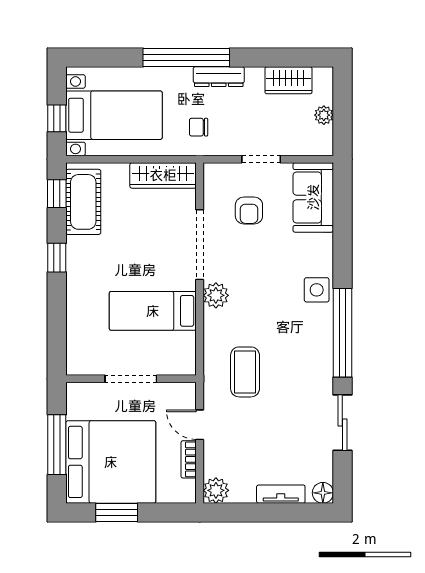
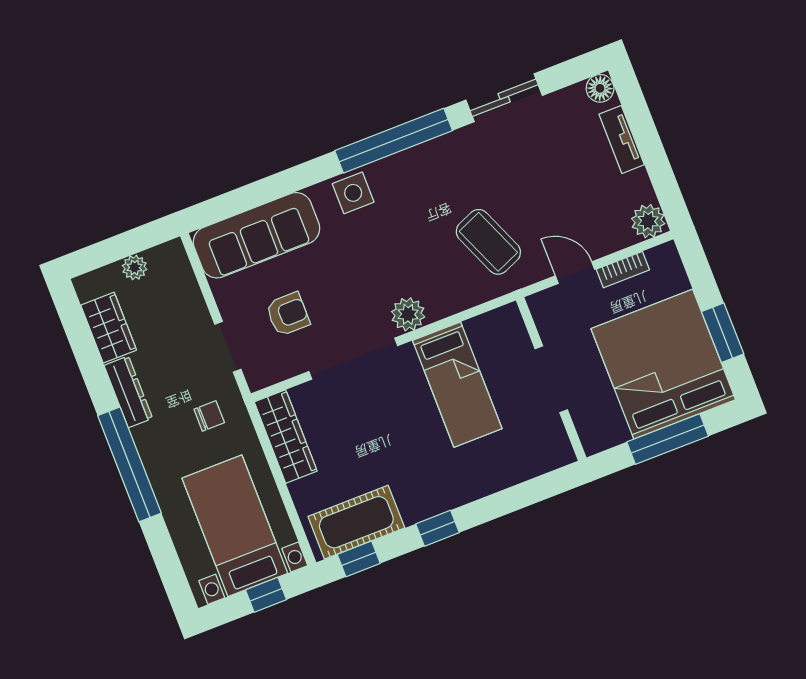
dresser: (219, 77) -> (128, 392), moved
chair: (199, 127) -> (209, 416), turned -90
doorway: (261, 159) -> (228, 347), moved
sofa: (313, 197) -> (256, 235), width x1.36
coffee table: (245, 372) -> (488, 242), turned 67
door: (200, 425) -> (575, 273), swing flipped

